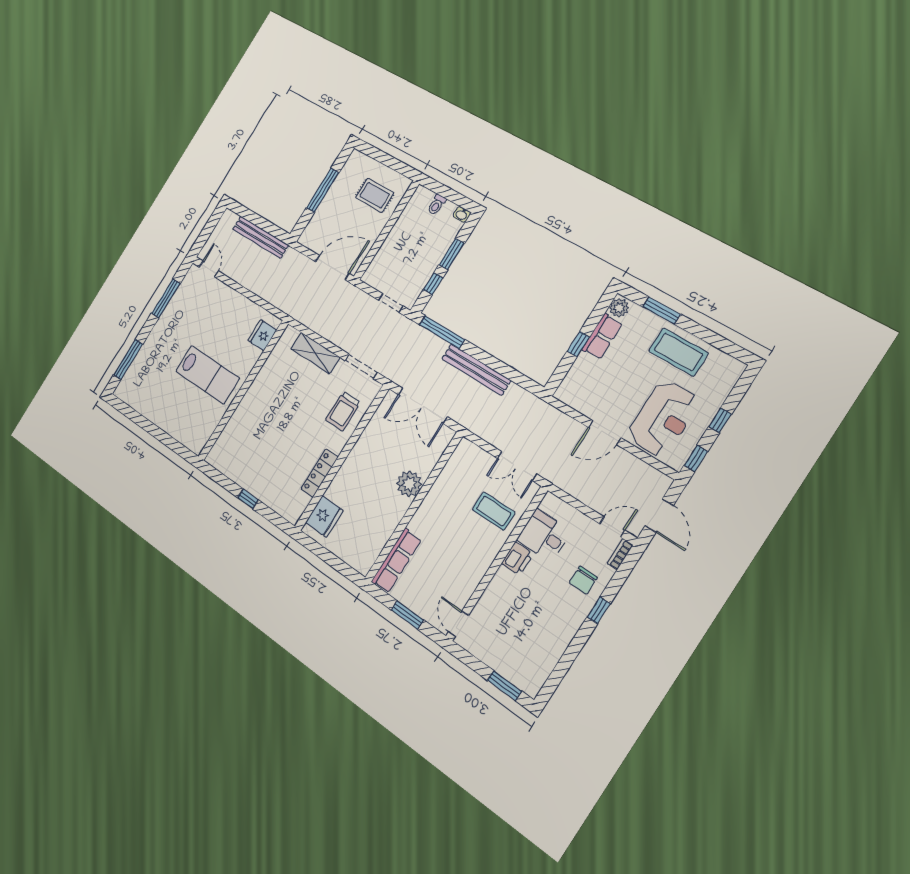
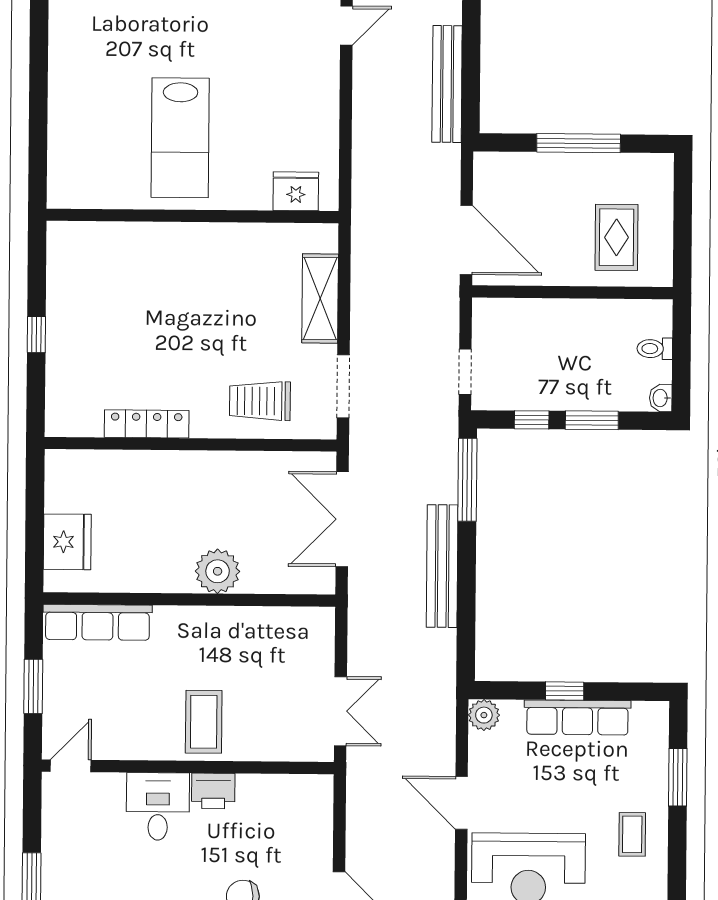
plant: (619, 308) -> (484, 715), moved
row of seats: (602, 336) -> (577, 717), width x1.48
coffee table: (678, 352) -> (632, 834), width x0.54, depth x0.58
double door: (517, 466) -> (340, 711), swing flipped
coffee table: (494, 511) -> (204, 722), moved
fridge: (324, 516) -> (67, 542), moved, turned -90
desk: (544, 535) -> (158, 806), moved

